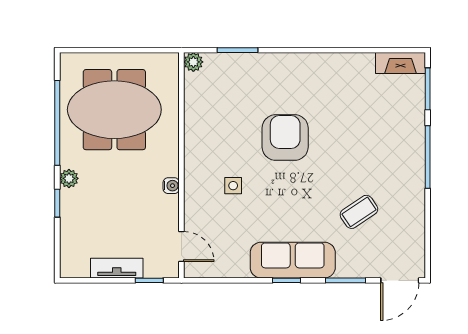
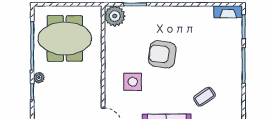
plant: (193, 62) -> (115, 16), width x1.87, depth x1.87
armchair: (285, 137) -> (162, 54), turned -82
water cooler: (171, 186) -> (97, 82), removed
side table: (233, 186) -> (133, 82), width x1.87, depth x1.87

